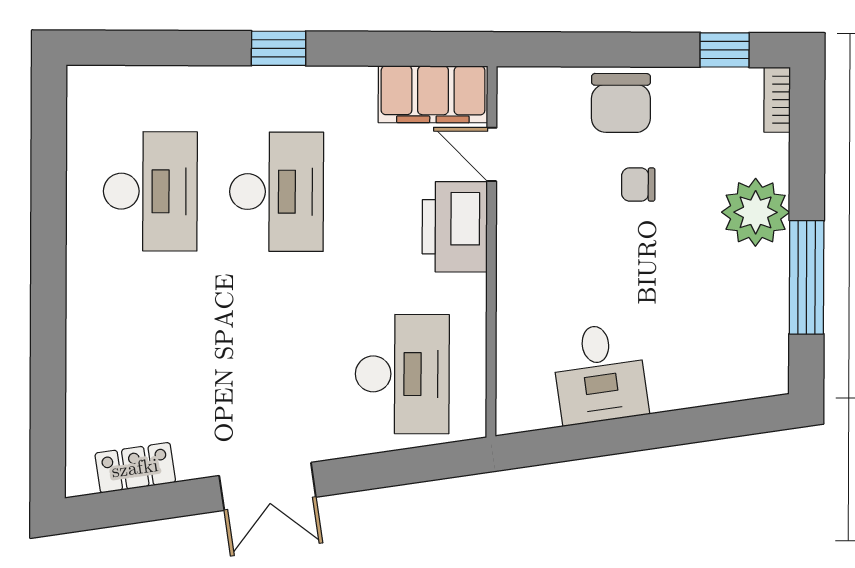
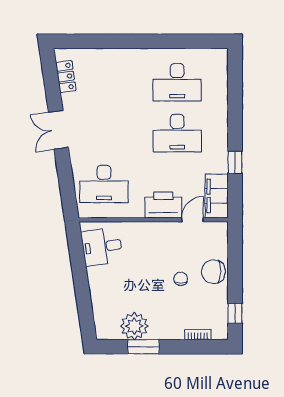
window: (279, 48) -> (235, 162), moved
bookcase: (777, 100) -> (198, 335), moved
plant: (756, 212) -> (134, 326), moved
window: (807, 277) -> (143, 347), width x0.69
desk: (600, 374) -> (102, 247), moved

